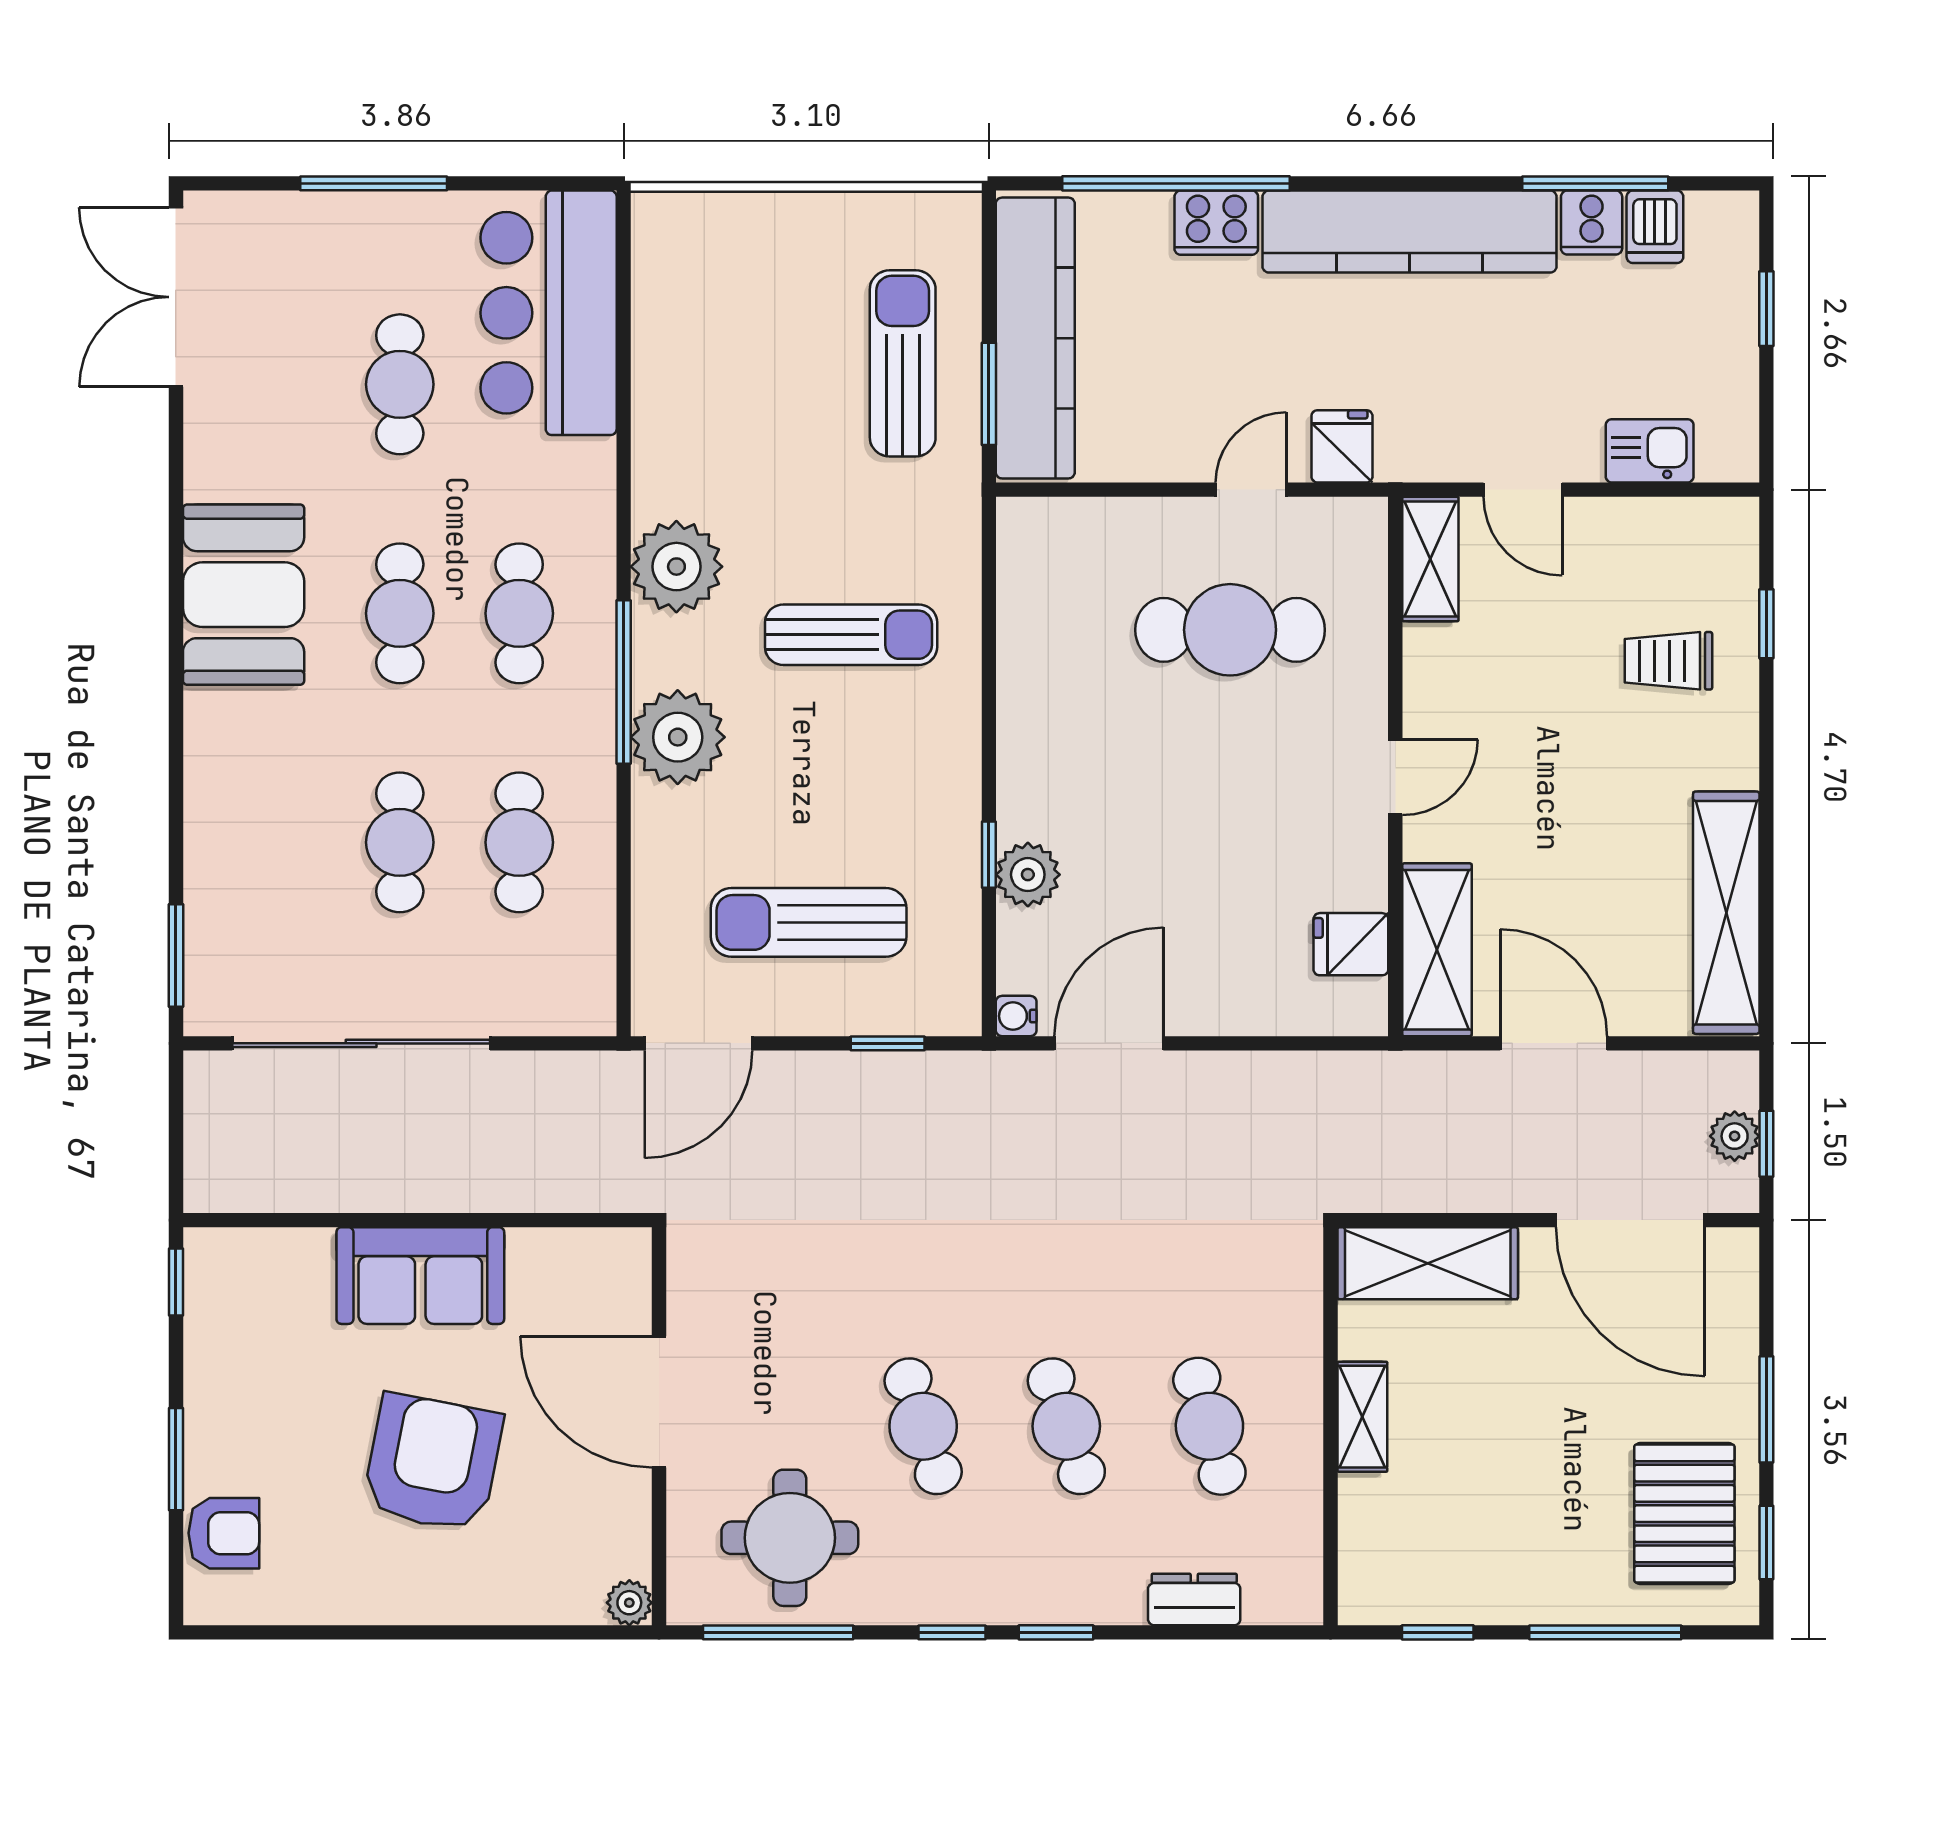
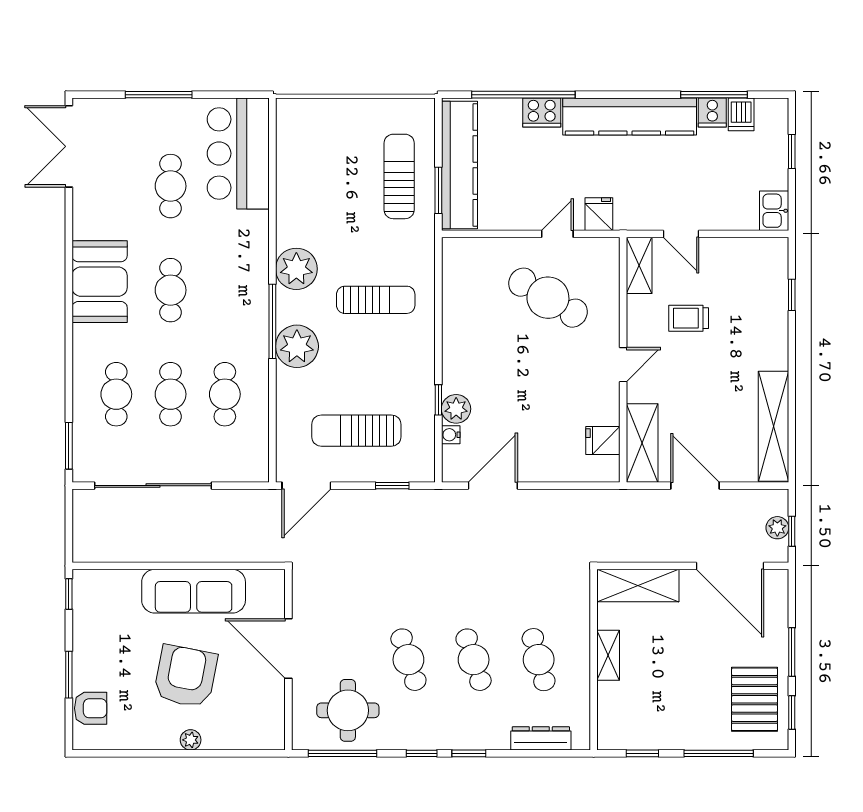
kitchen sink: (1650, 451) -> (774, 211), moved, turned -90
cafe table: (519, 613) -> (116, 394), moved
cafe table: (1230, 630) -> (548, 298), turned 31
trolley: (1668, 661) -> (689, 318), moved
water cooler: (1016, 1016) -> (451, 435), moved
sofa: (420, 1276) -> (194, 591), width x1.36
dresser: (1194, 1599) -> (541, 738), width x1.44
plant: (629, 1603) -> (191, 740), moved

